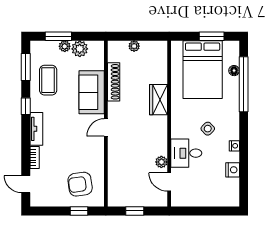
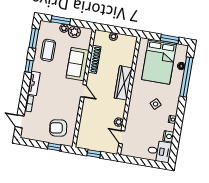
wardrobe: (159, 100) -> (123, 83), width x1.50
door: (106, 127) -> (83, 91), swing flipped
desk: (186, 153) -> (159, 151), moved, turned 180

